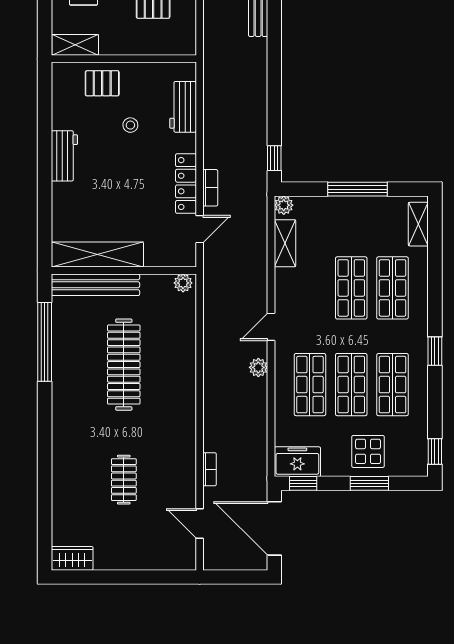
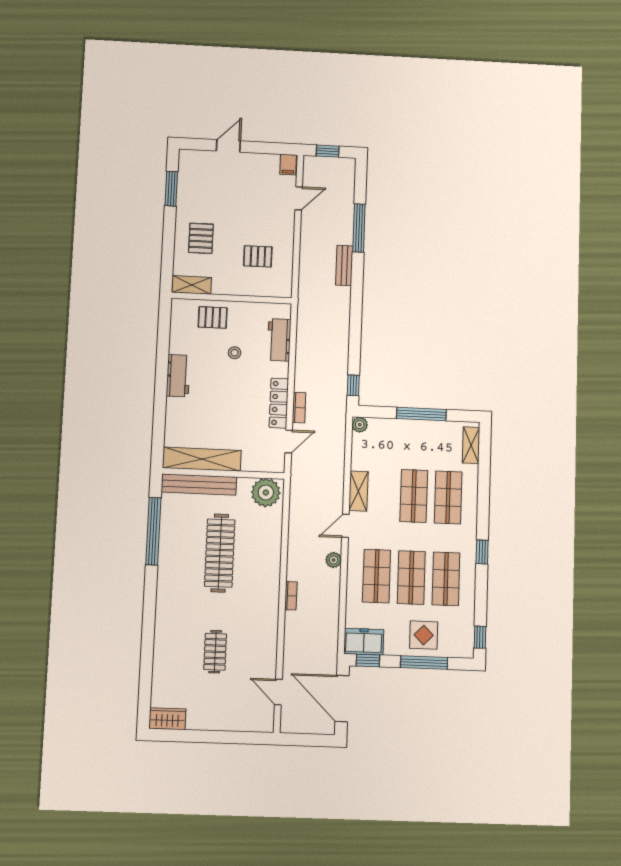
shelving: (285, 243) -> (358, 491), moved
plant: (183, 283) -> (266, 493), width x1.87, depth x1.87
bookcase: (210, 469) -> (291, 596), moved
window: (369, 483) -> (424, 663), width x1.44

